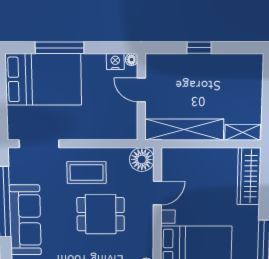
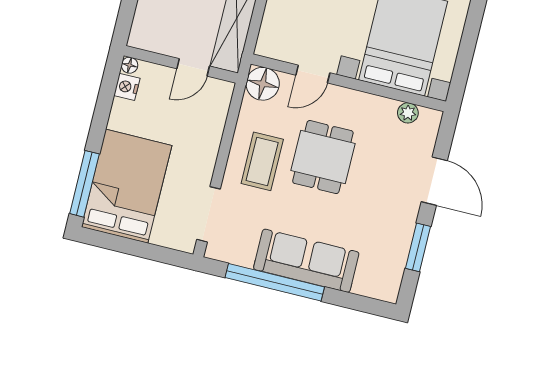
window: (60, 48) -> (84, 184), moved
door: (141, 90) -> (193, 67), moved
door: (157, 193) -> (313, 74), swing flipped

